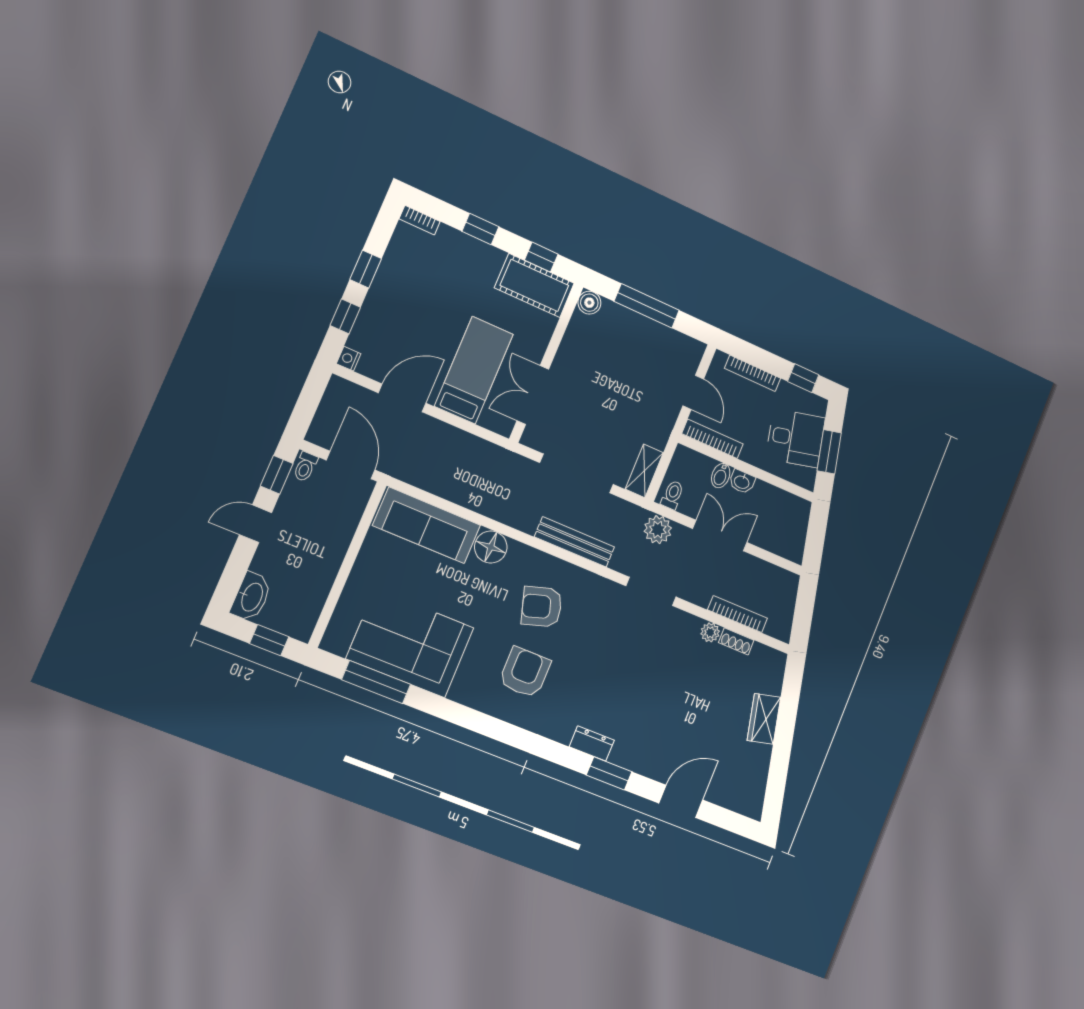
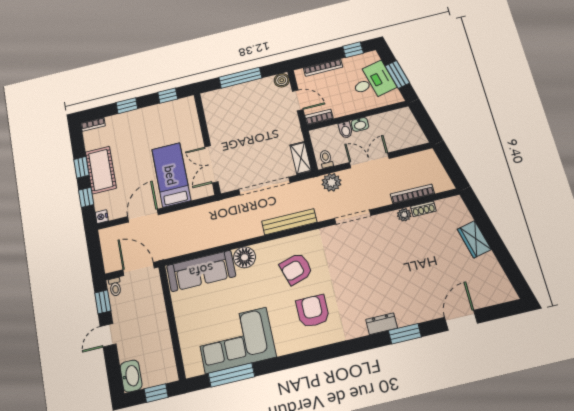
cot: (534, 285) -> (101, 170), moved, turned 90
boiler: (589, 303) -> (282, 80), moved
bookcase: (712, 439) -> (319, 117), width x0.64

